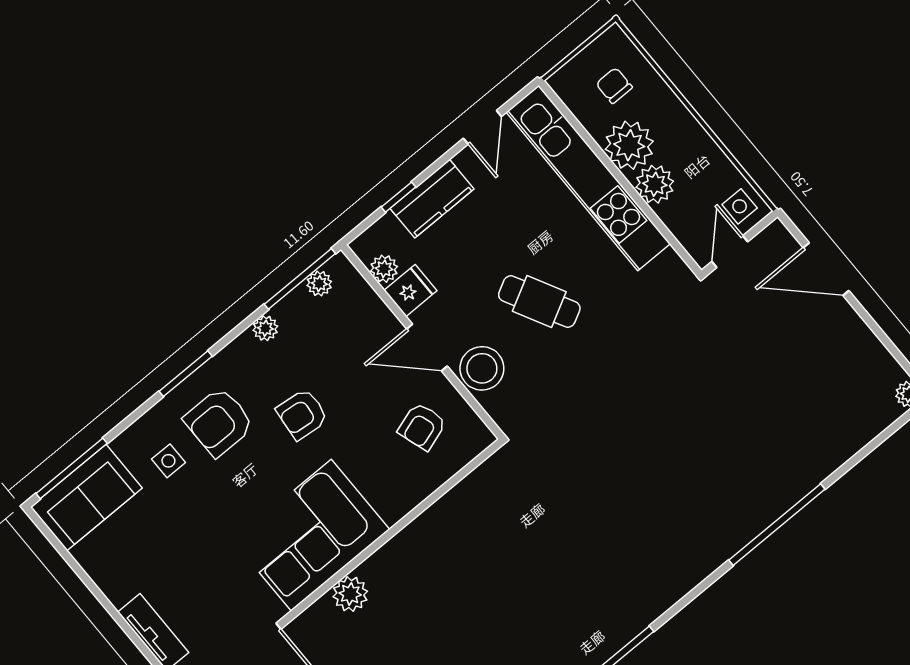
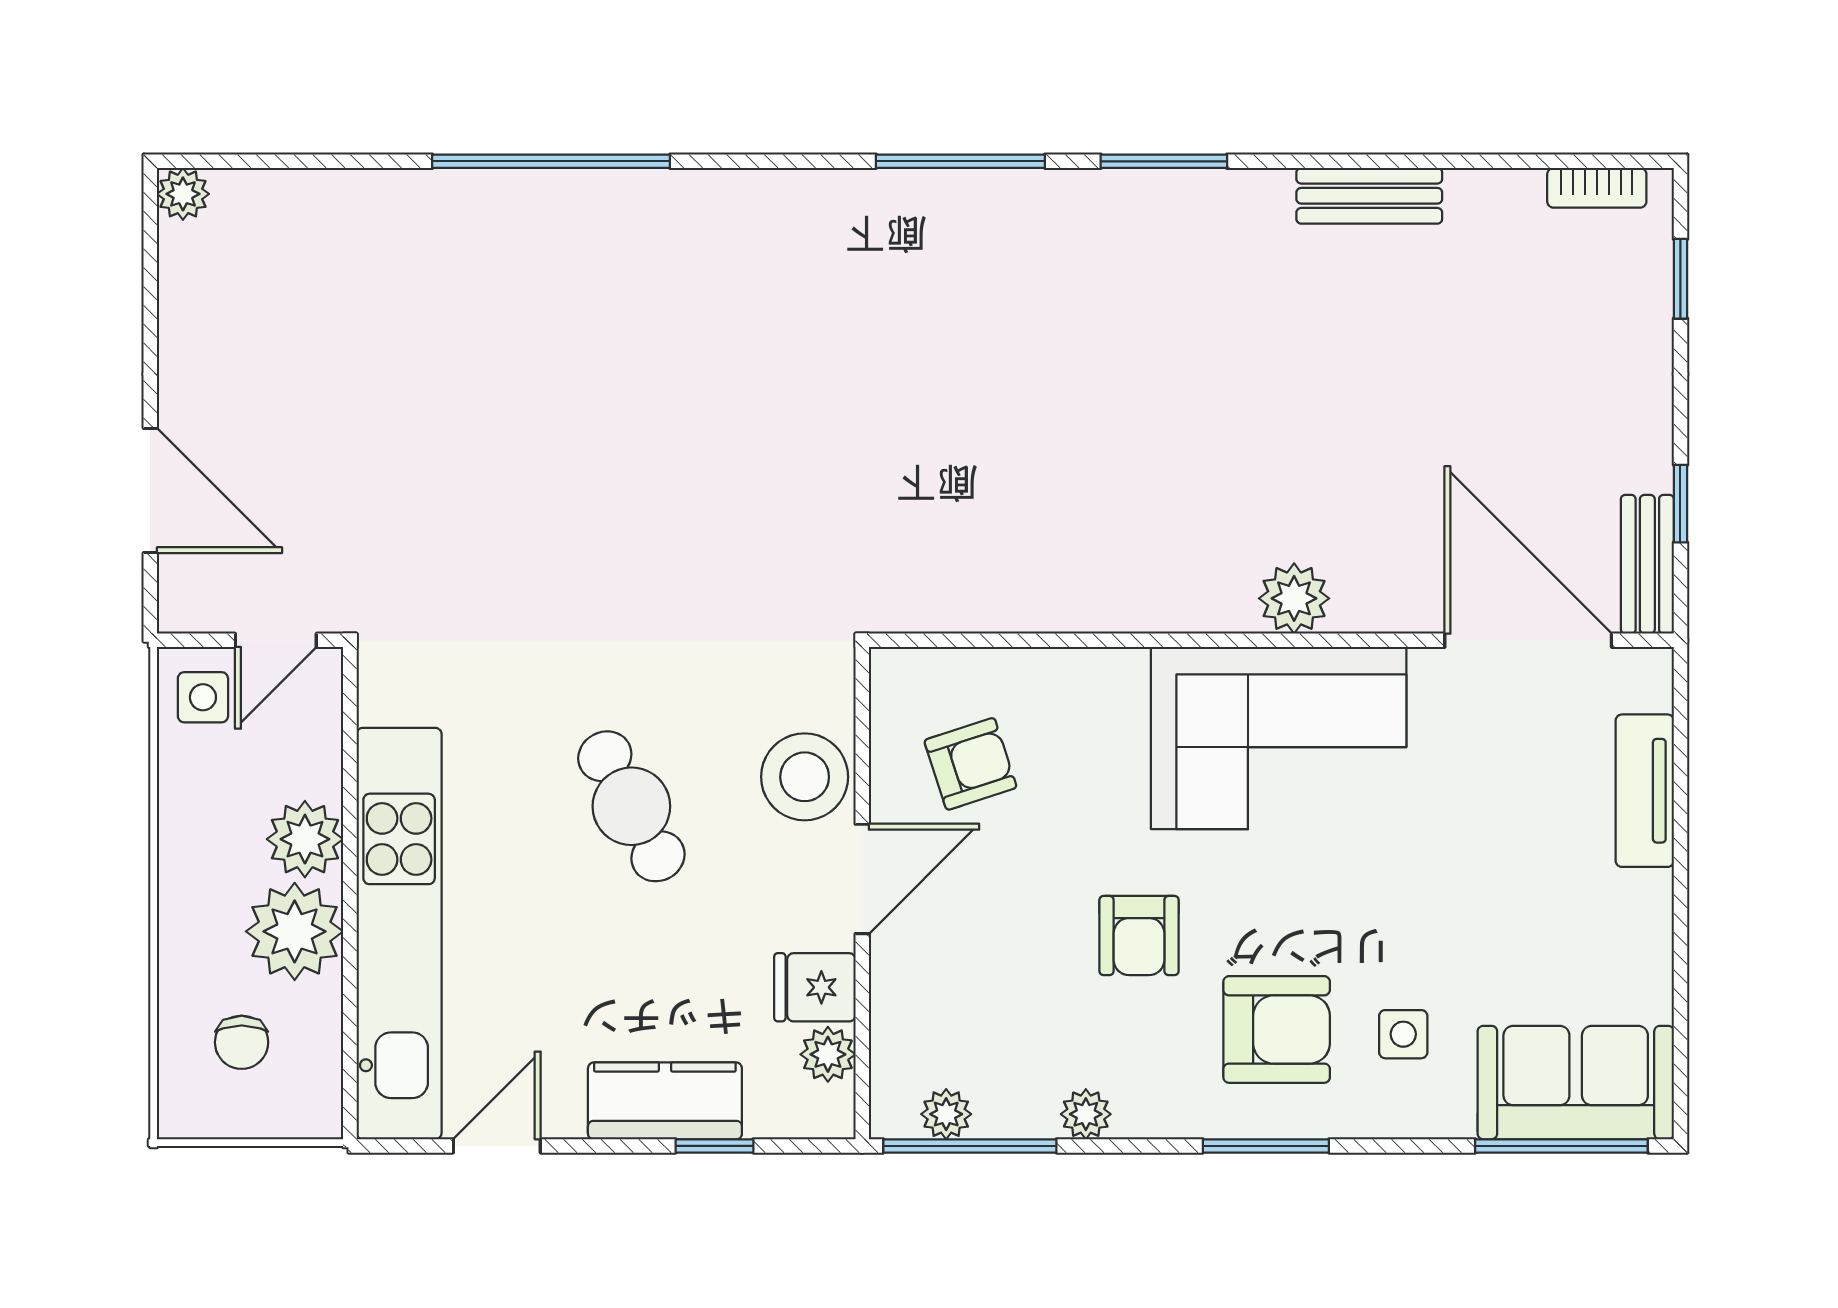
door: (427, 347) -> (862, 879), hinge flipped
armchair: (302, 414) -> (1139, 936), turned 84

